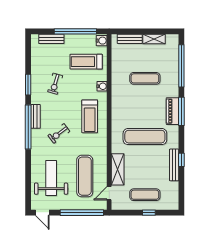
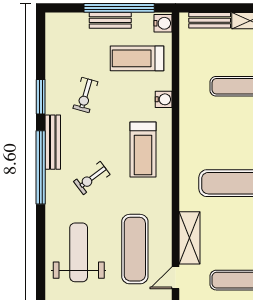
bench: (51, 39) -> (110, 20), moved
bench: (36, 116) -> (53, 142), width x1.36

